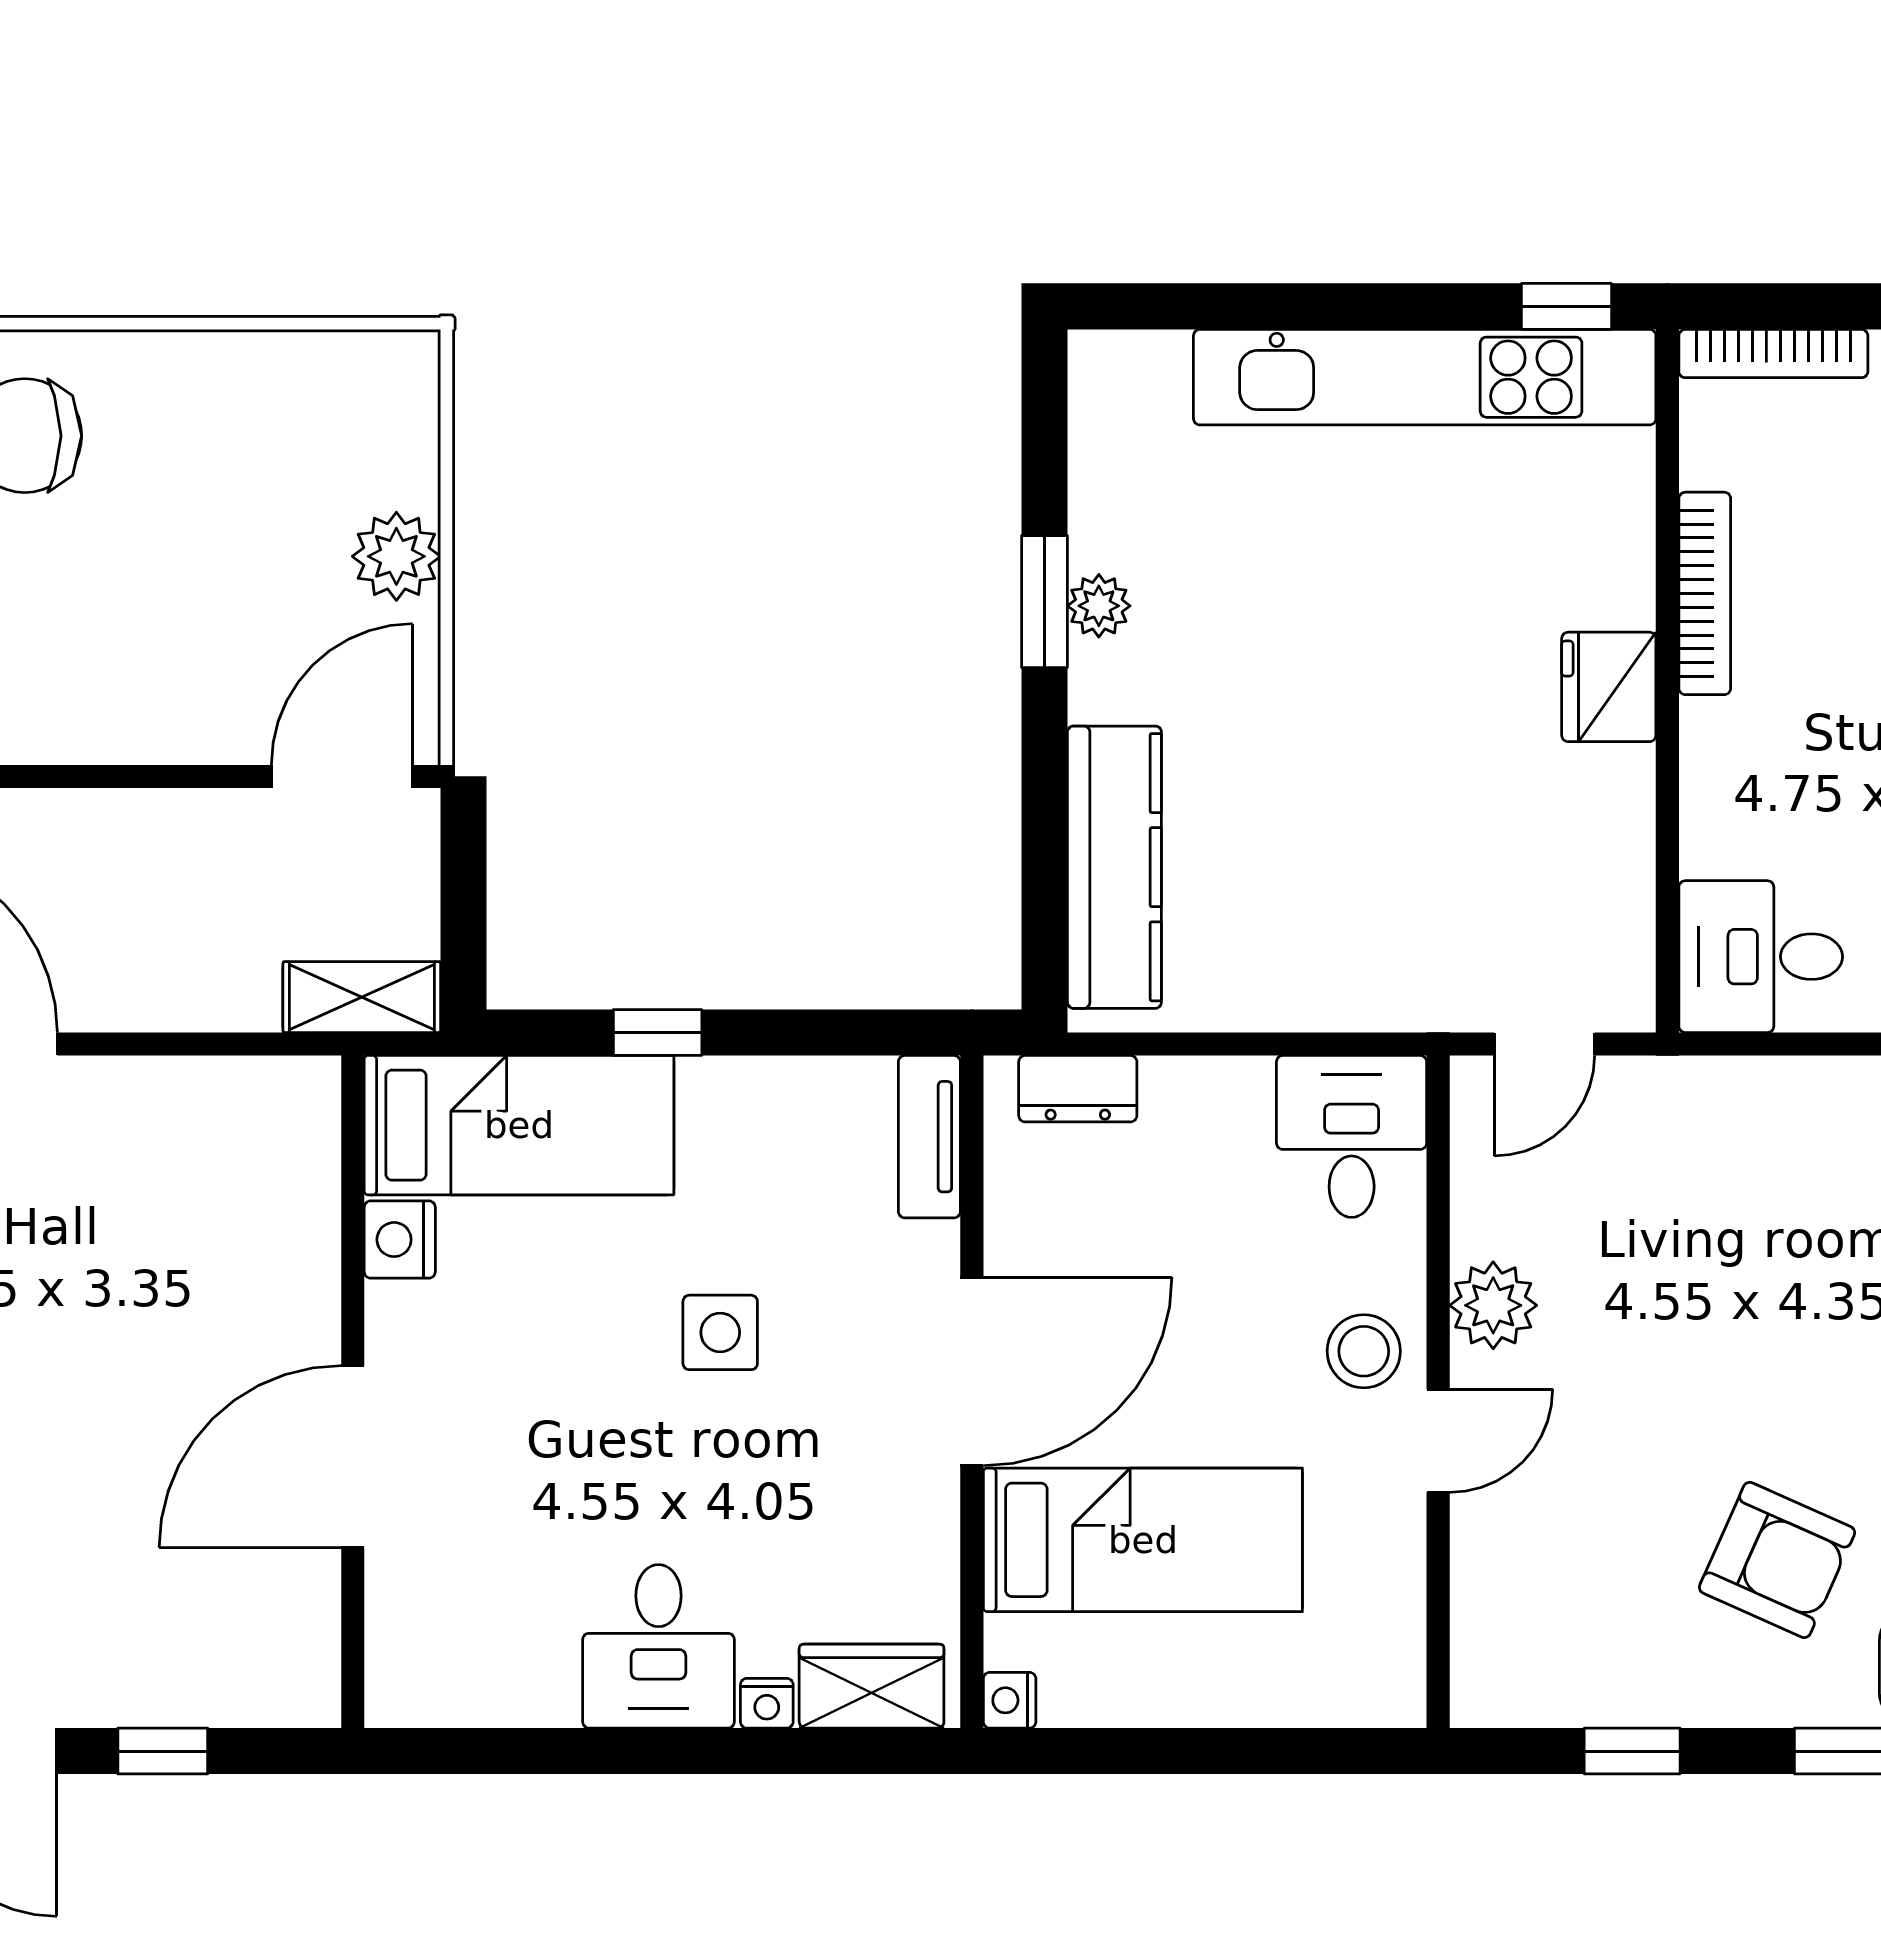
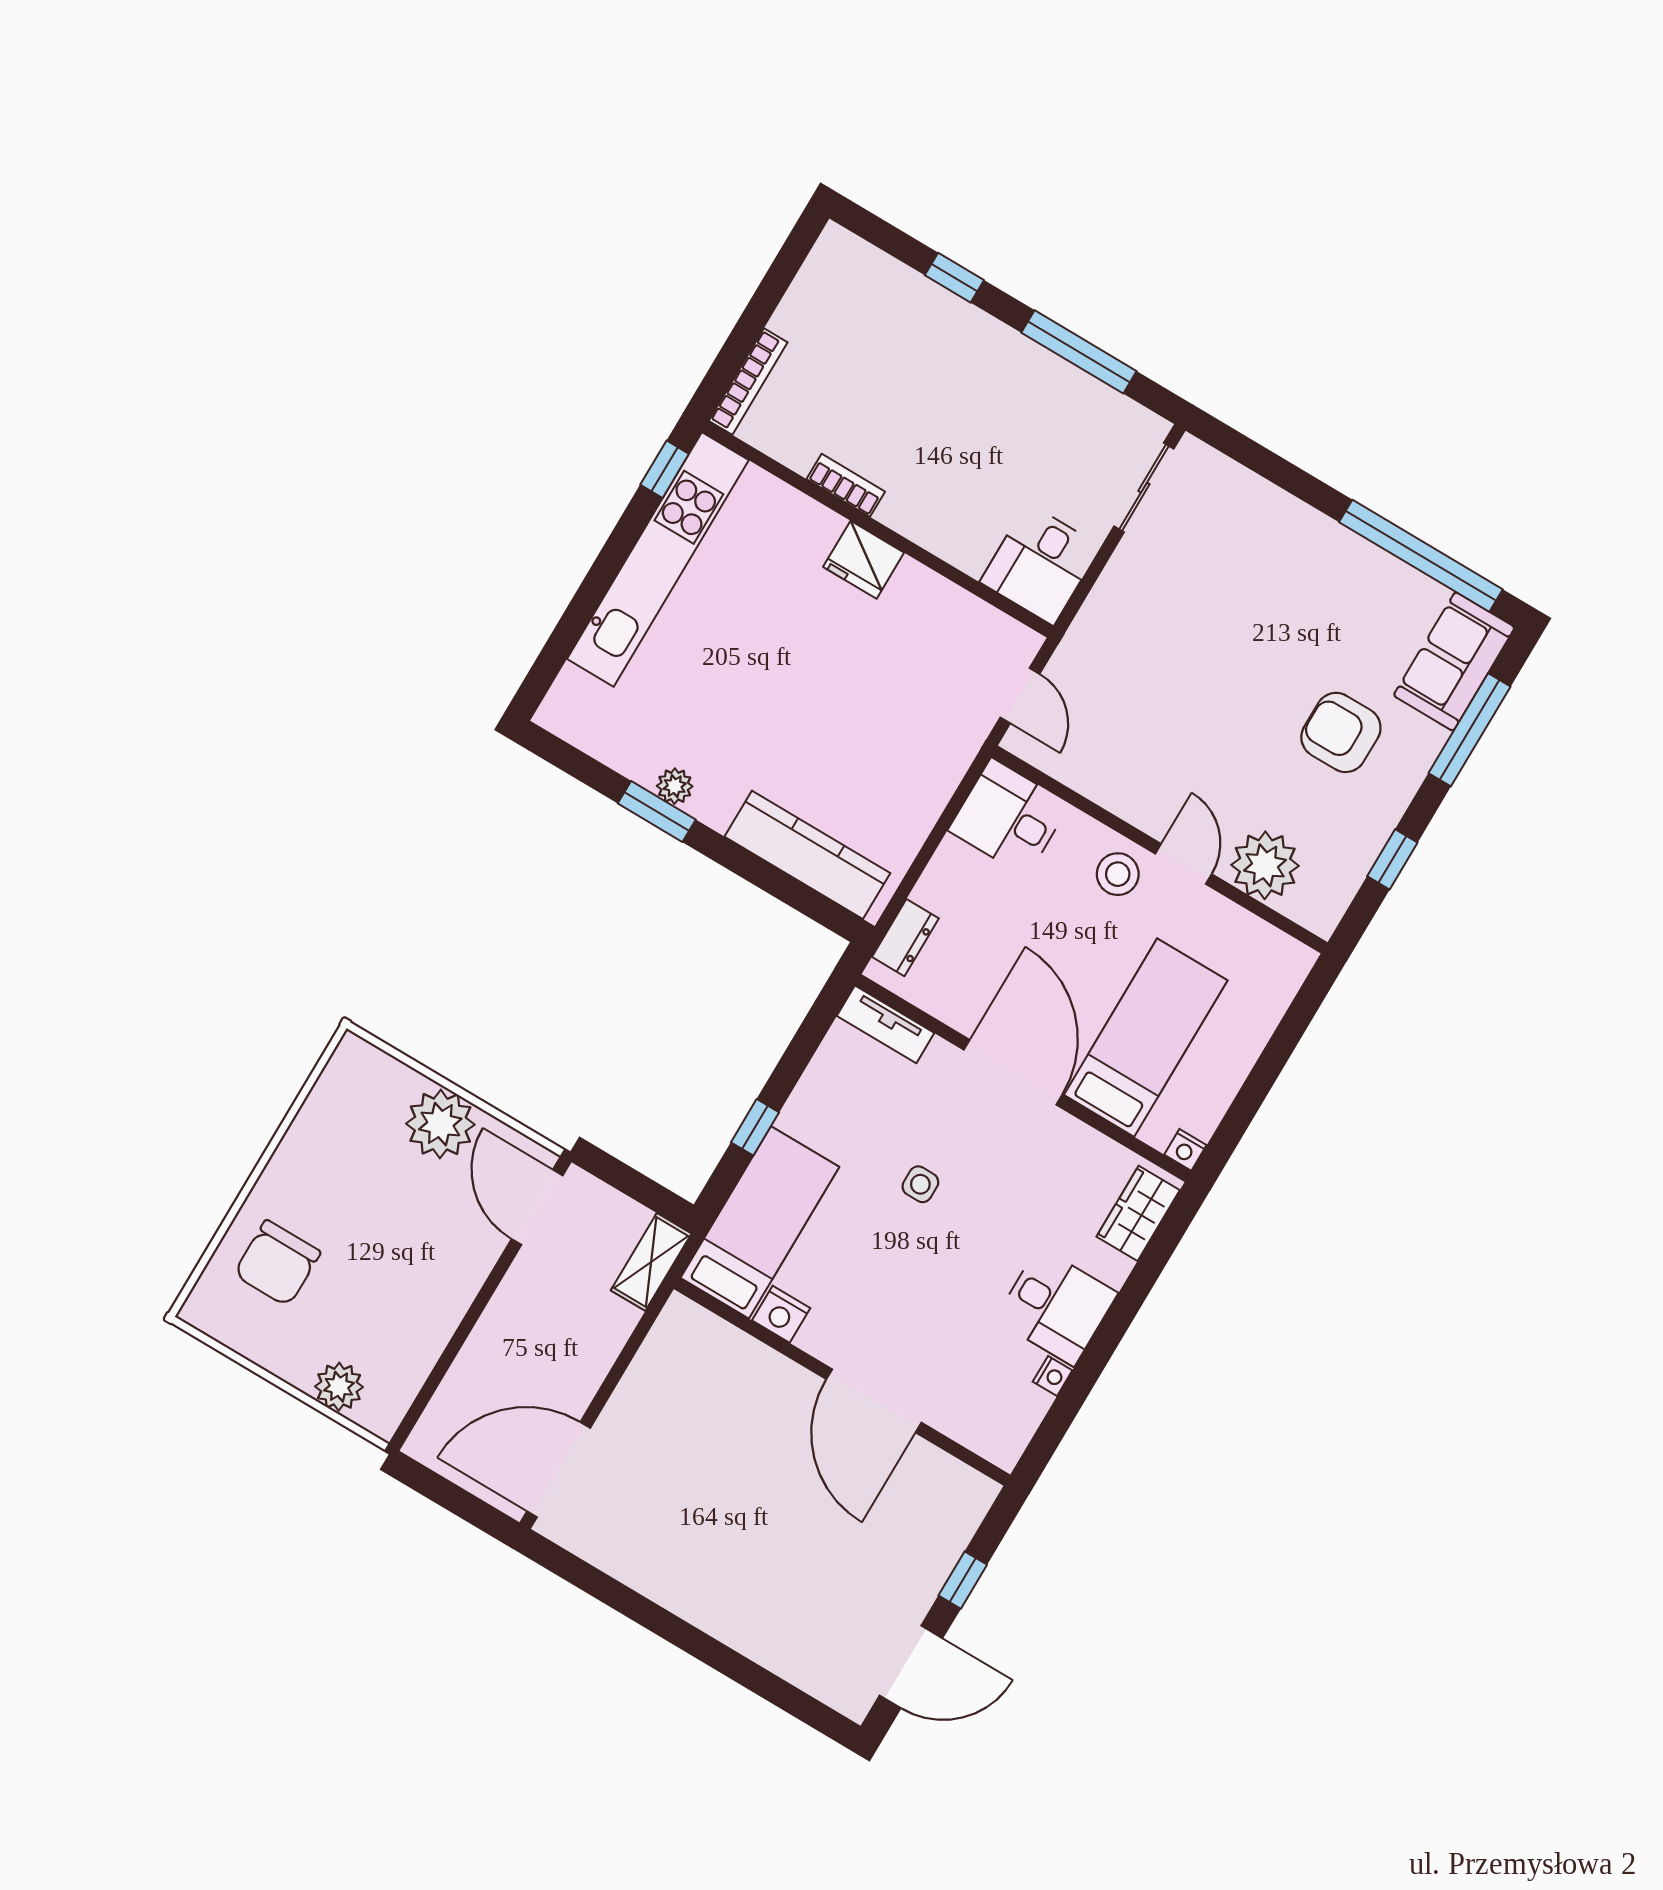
plant: (396, 556) -> (440, 1124), width x1.36, depth x1.36
bookcase: (1705, 593) -> (846, 485), width x0.64
plant: (1493, 1305) -> (1265, 865), moved, width x1.36, depth x1.36
side table: (720, 1332) -> (920, 1184), width x0.73, depth x0.73
armchair: (1777, 1560) -> (1341, 732), turned -114
nightstand: (767, 1703) -> (1053, 1376), moved

